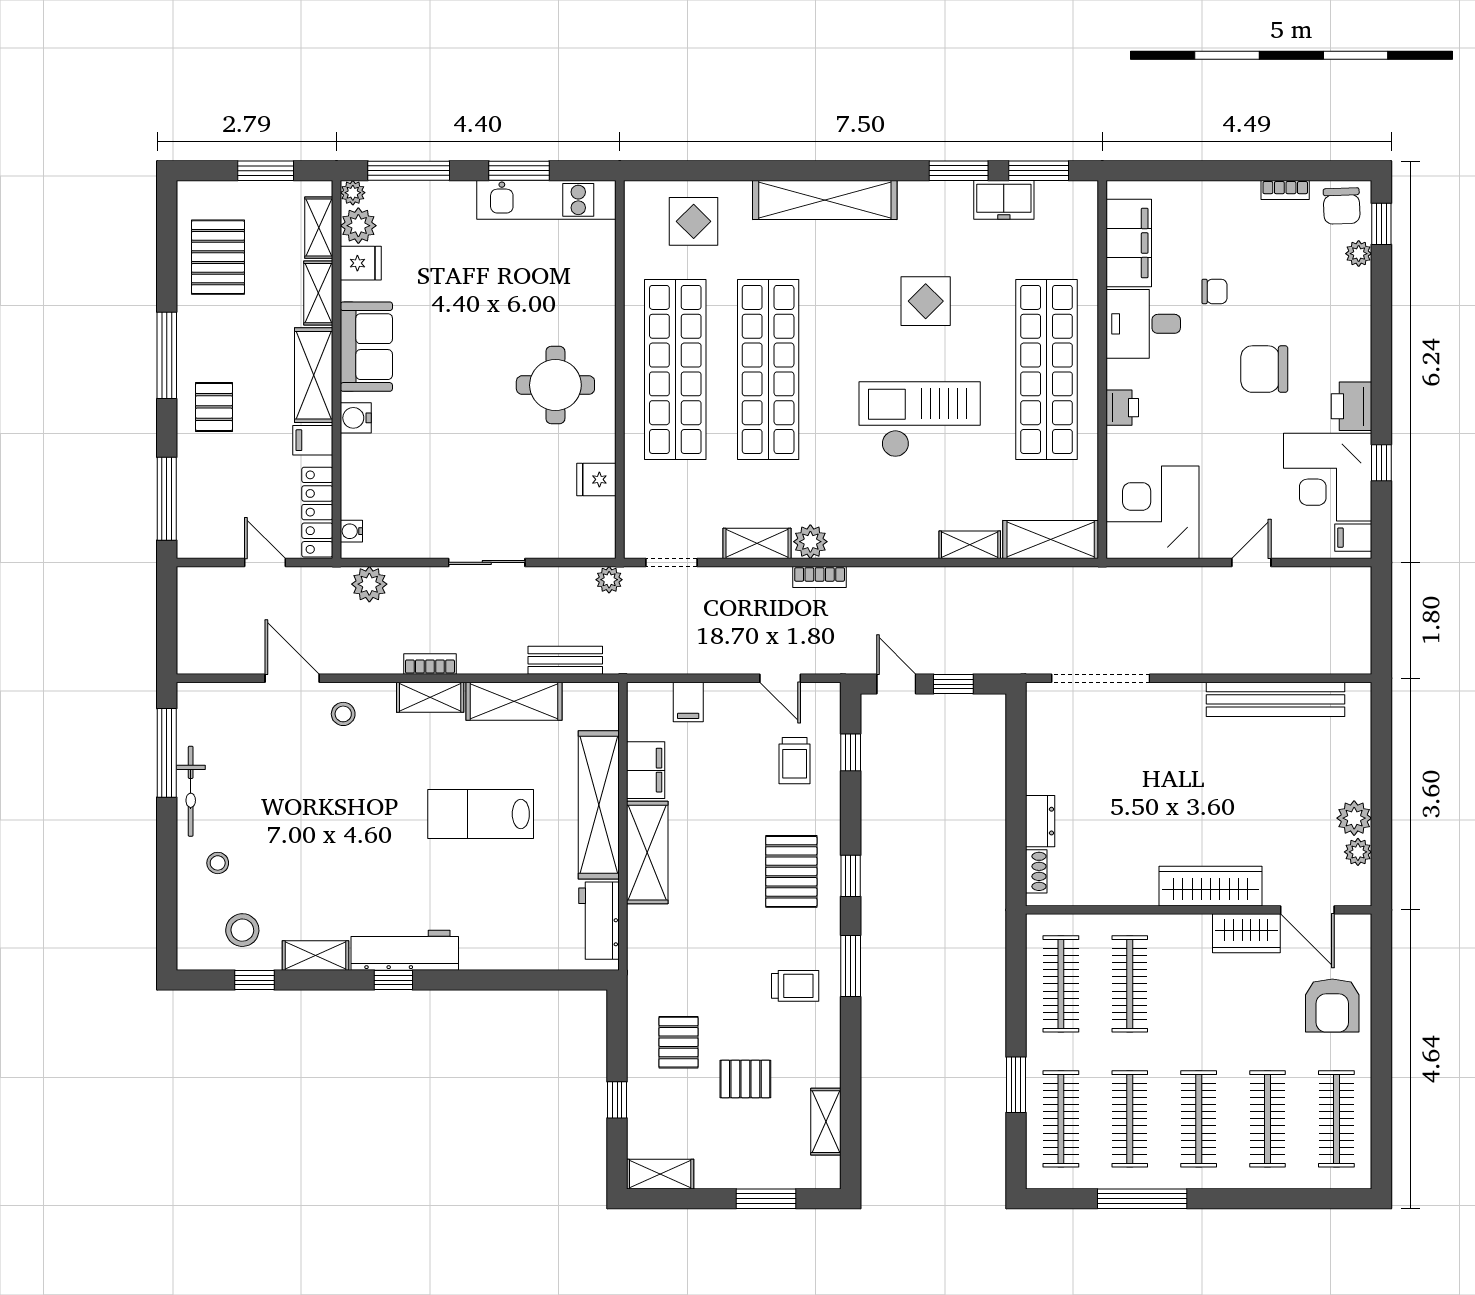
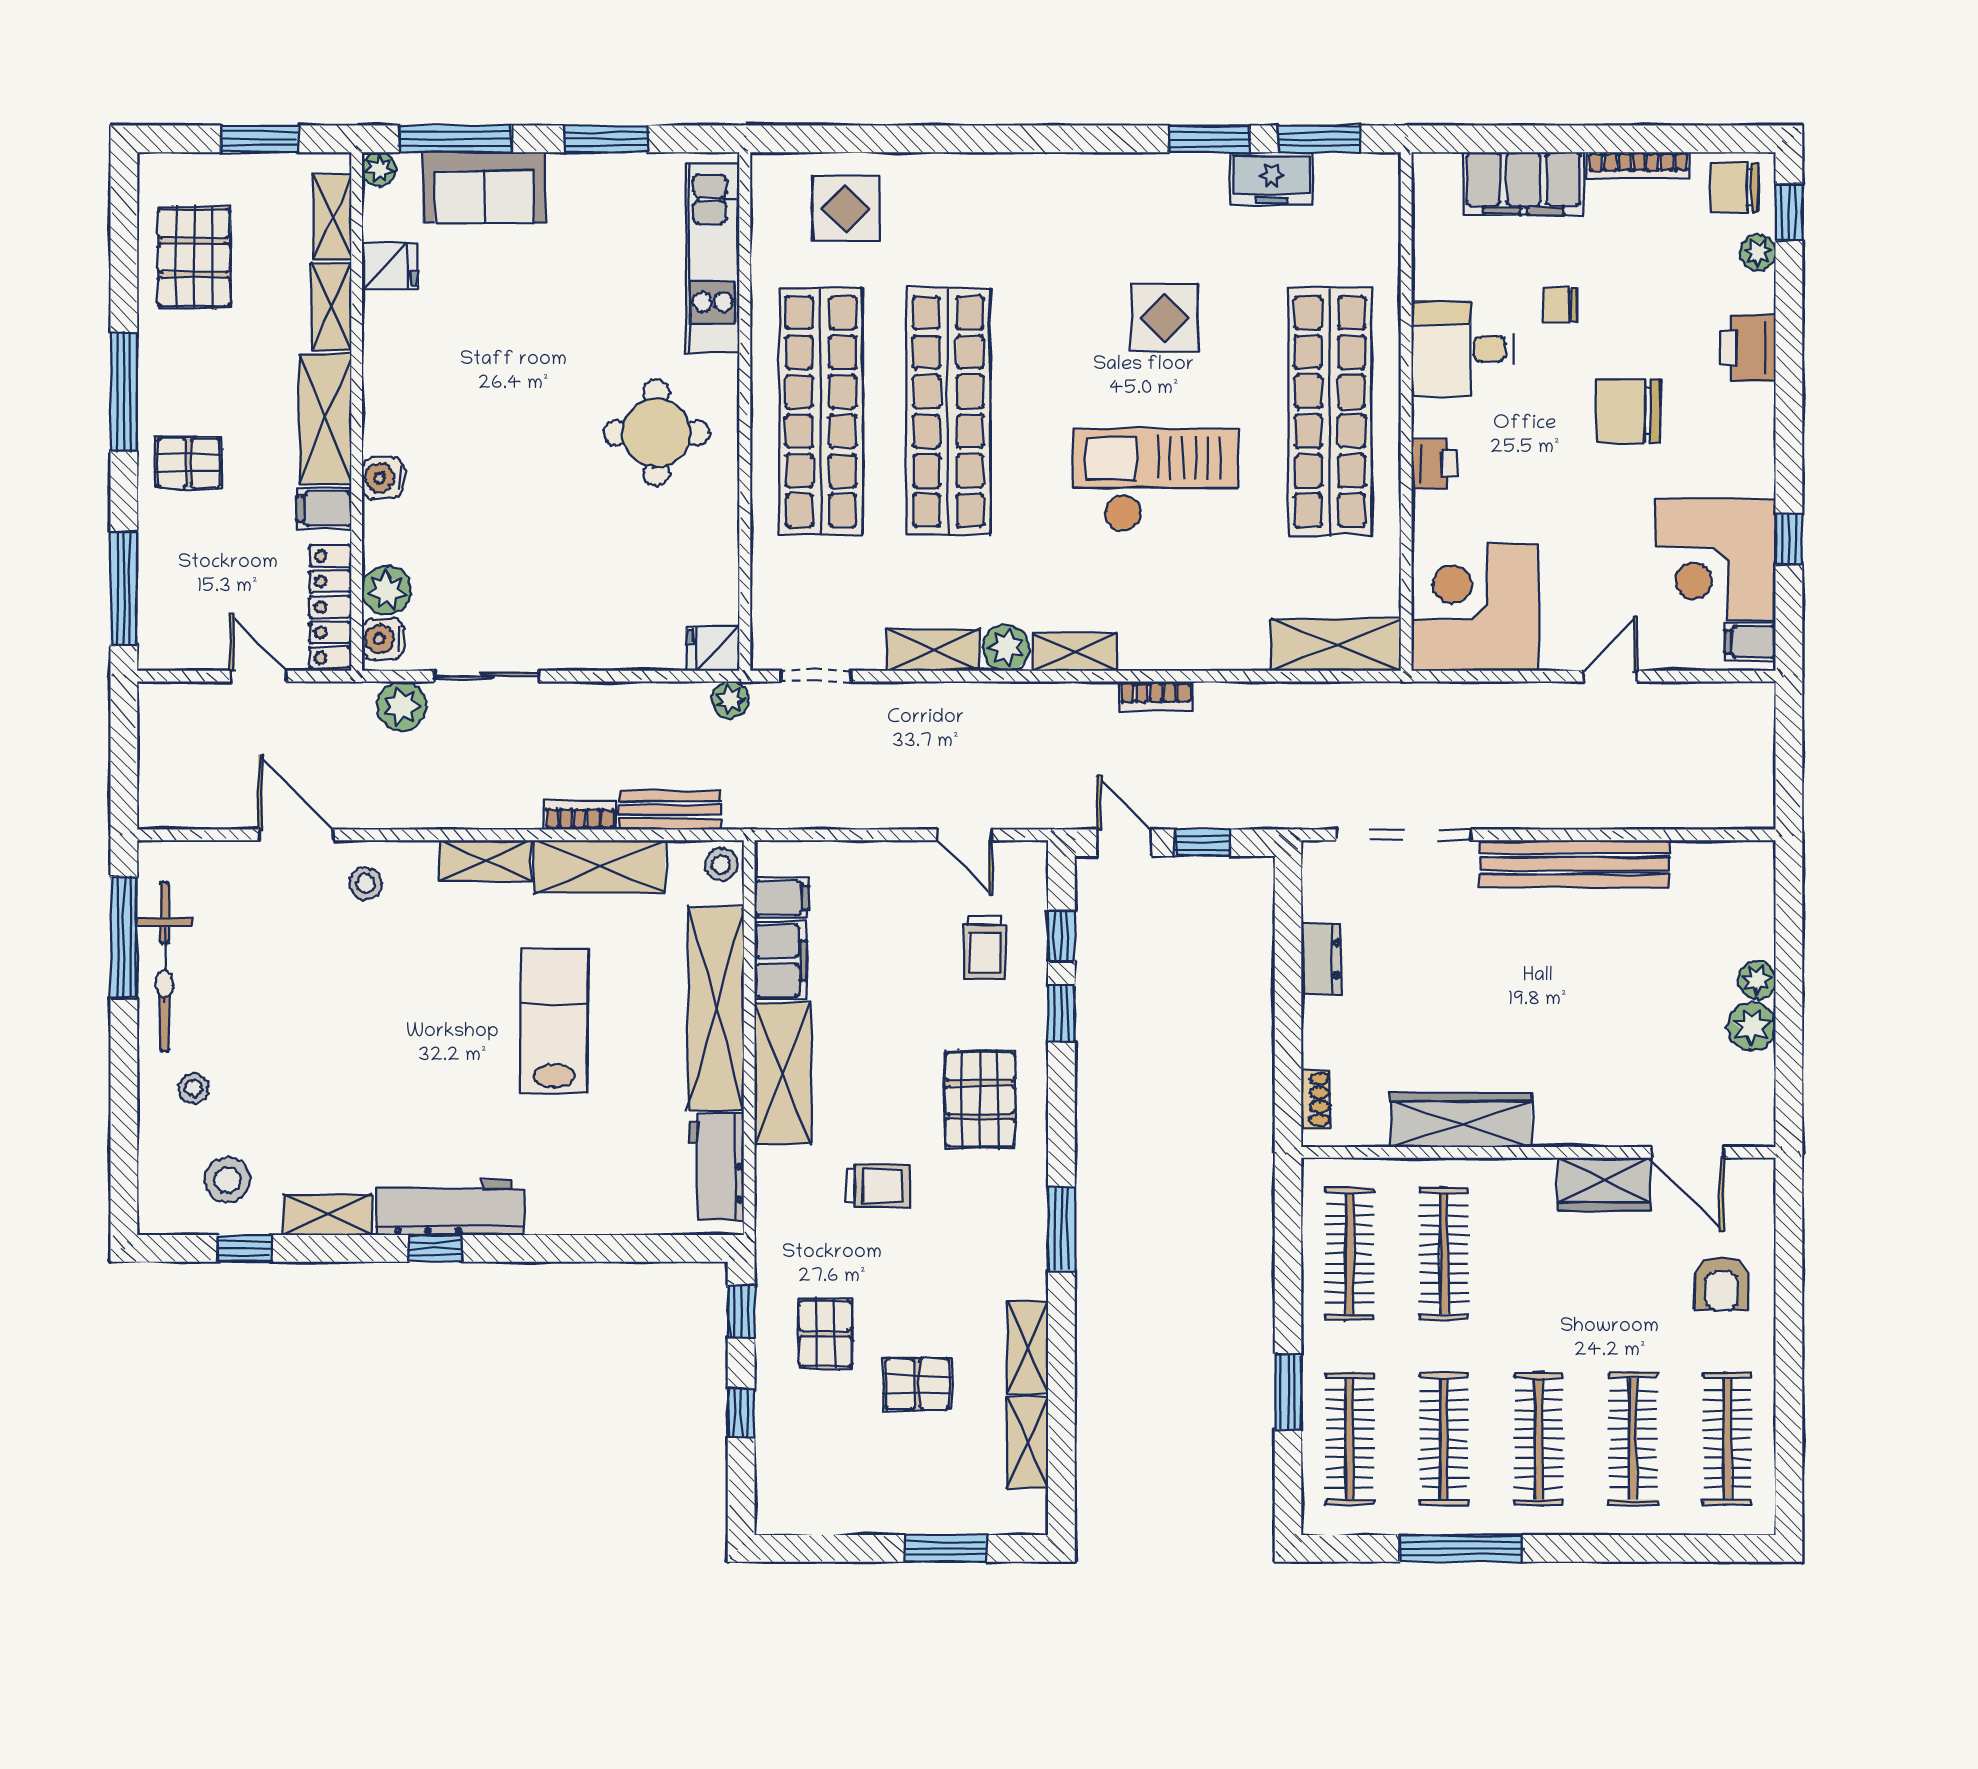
bookcase: (1285, 190) -> (1639, 165), width x1.56
kitchen unit: (546, 200) -> (713, 258), moved, turned 90
shelving: (825, 200) -> (1026, 179), removed
chair: (1342, 206) -> (1734, 187), turned 92
plant: (358, 226) -> (387, 590), moved
filing cabinet: (1129, 243) -> (1523, 183), moved, turned 90
chair: (1214, 291) -> (1560, 305), turned 180
sofa: (366, 347) -> (484, 188), moved, turned 90
printer: (1352, 406) -> (1748, 348), moved
pallet: (214, 407) -> (189, 463), turned 90
fridge: (596, 479) -> (713, 648), moved
water cooler: (351, 531) -> (383, 639), width x1.38, depth x1.38
shelving: (970, 545) -> (1075, 652), moved
sliding door: (487, 562) -> (486, 676), moved
bookcase: (820, 577) -> (1156, 696), moved
bookcase: (430, 664) -> (580, 815), moved
bench: (1275, 699) -> (1575, 864), moved
stool: (602, 700) -> (721, 864), added
filing cabinet: (688, 702) -> (782, 898), moved, turned -90
bicycle: (191, 791) -> (165, 967), width x1.37, depth x1.40
lab bench: (481, 814) -> (554, 1021), turned 90
dresser: (1040, 821) -> (1321, 959), moved
plant: (1358, 852) -> (1757, 980), moved
window: (851, 876) -> (1061, 1014), moved
wardrobe: (1211, 886) -> (1461, 1120), moved
trolley: (795, 986) -> (878, 1186), moved
armchair: (1332, 1005) -> (1722, 1283), width x0.72, depth x0.72
window: (617, 1026) -> (741, 1311), added
shelving: (660, 1174) -> (1027, 1347), moved, turned 90

